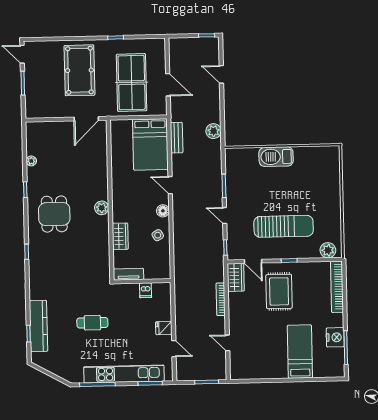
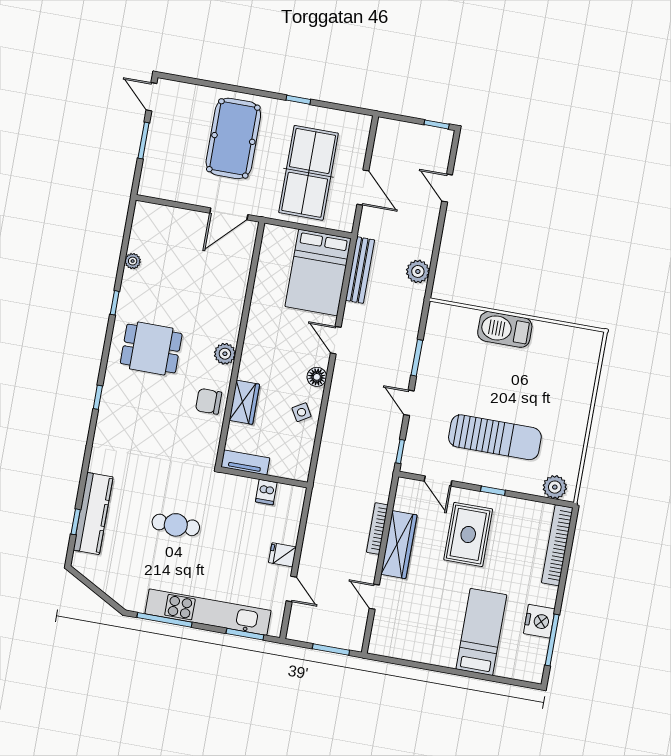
bench: (177, 138) -> (360, 270), width x1.36
dining table: (54, 214) -> (151, 349), turned 90
chair: (97, 240) -> (209, 401), added
wardrobe: (236, 277) -> (399, 545), moved, width x1.50

